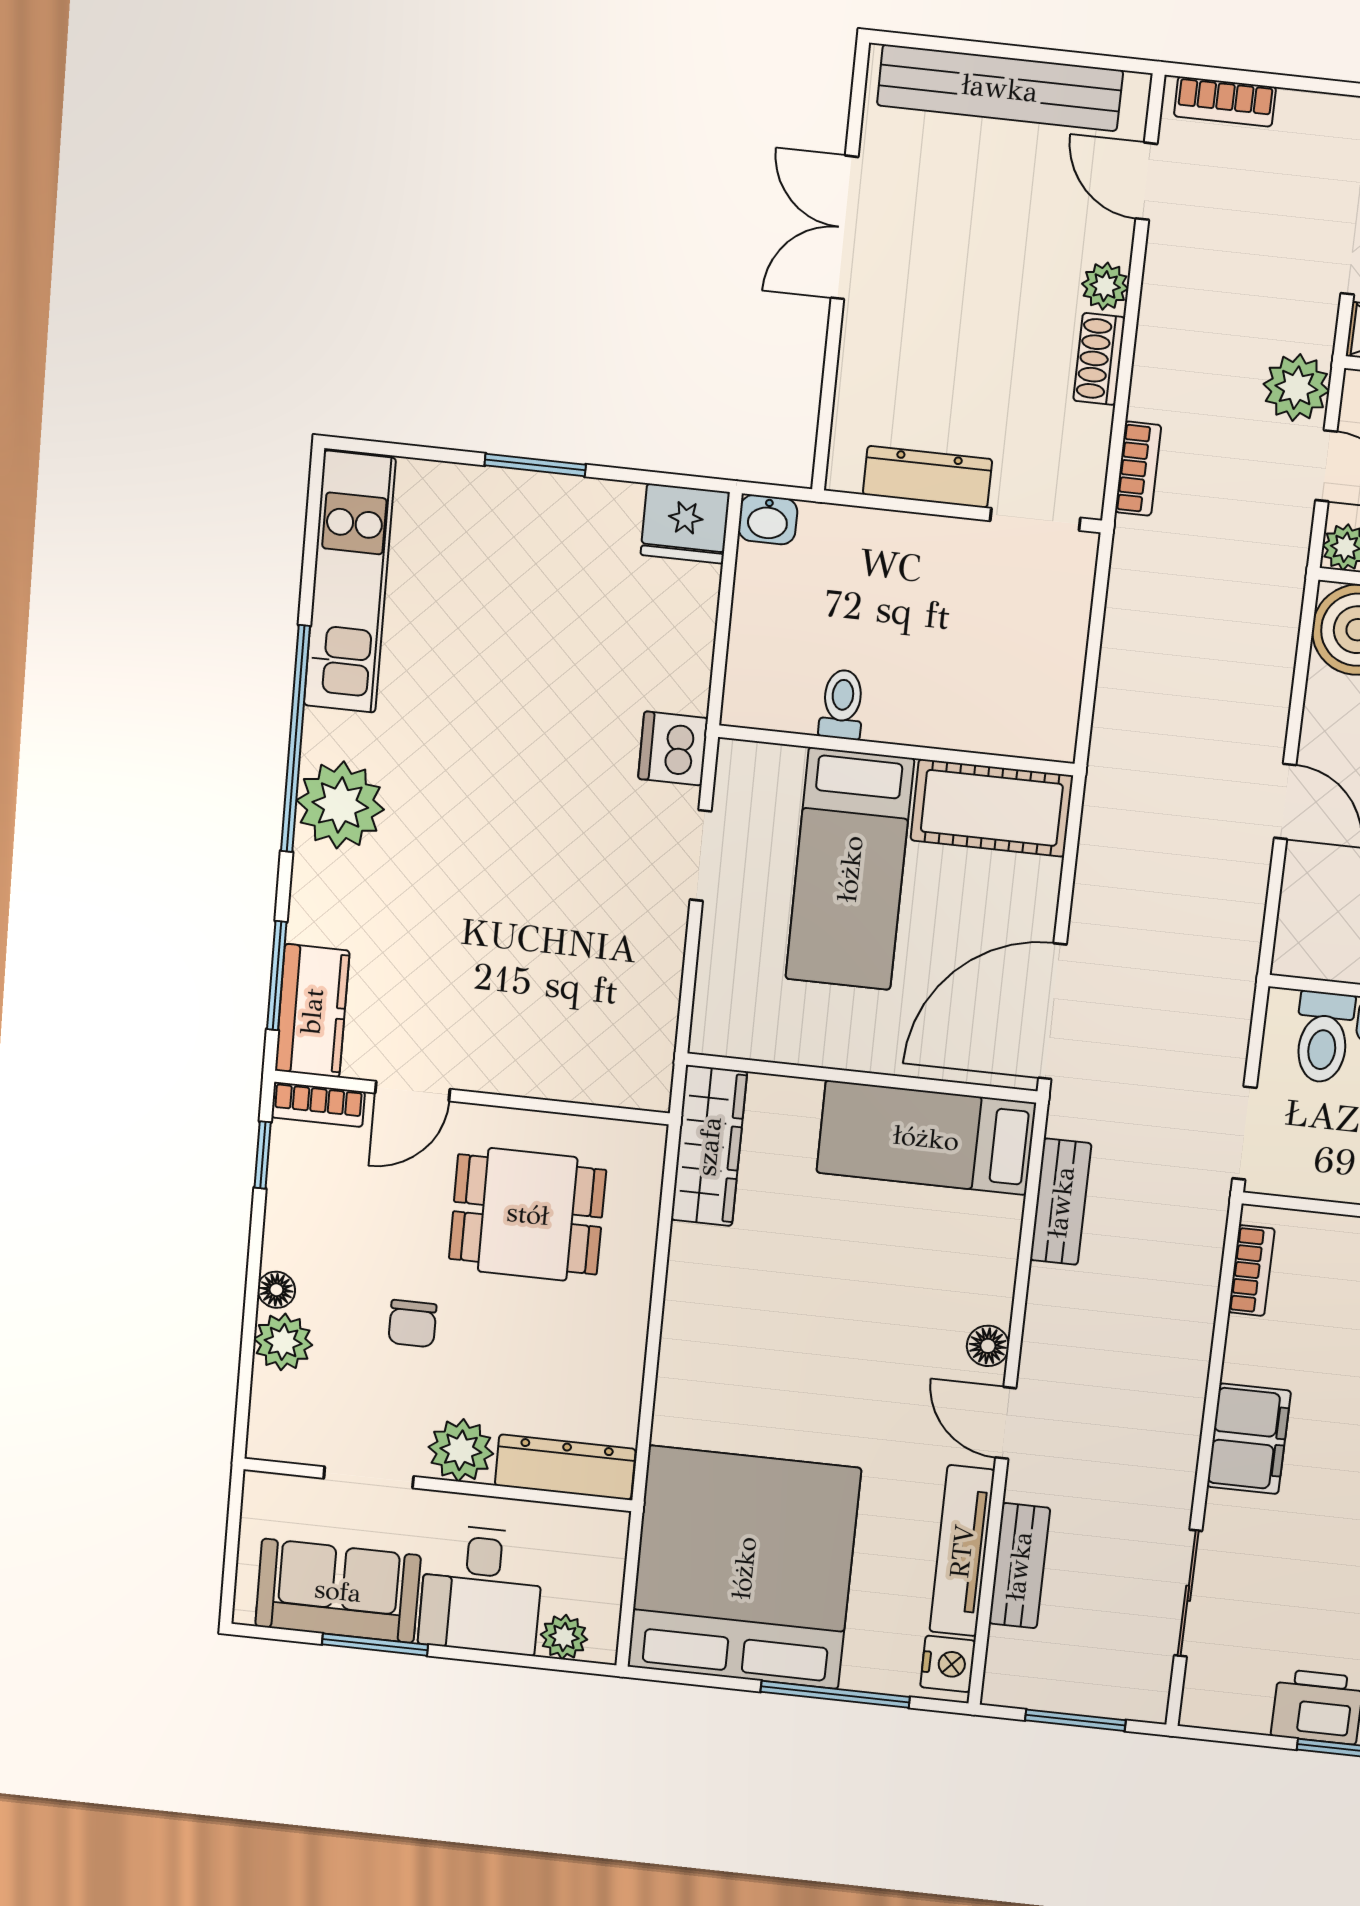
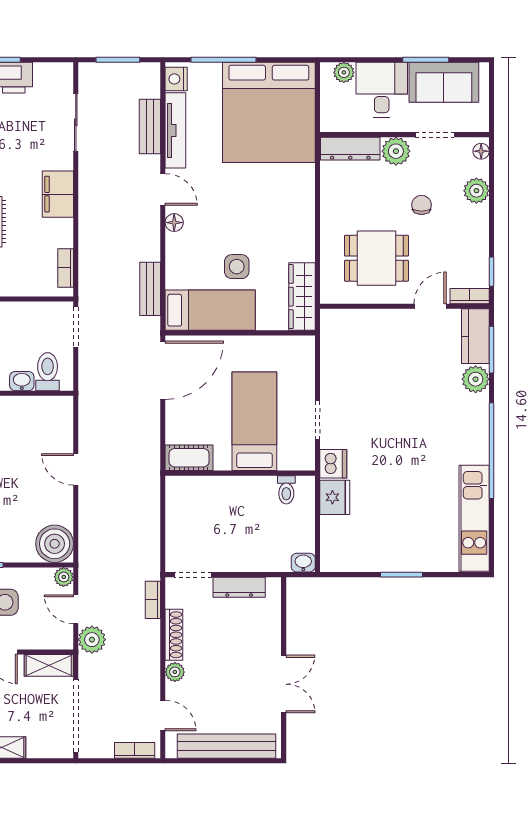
shoe rack: (1099, 359) -> (174, 635), width x1.43
fridge: (685, 524) -> (335, 497), moved, turned 90
toilet: (842, 704) -> (286, 490), moved
plant: (340, 805) -> (476, 379), moved, width x0.73, depth x0.73
cot: (992, 808) -> (189, 458), width x0.73, depth x0.75
side table: (854, 1231) -> (237, 267), added
floor lamp: (276, 1290) -> (481, 151), moved

